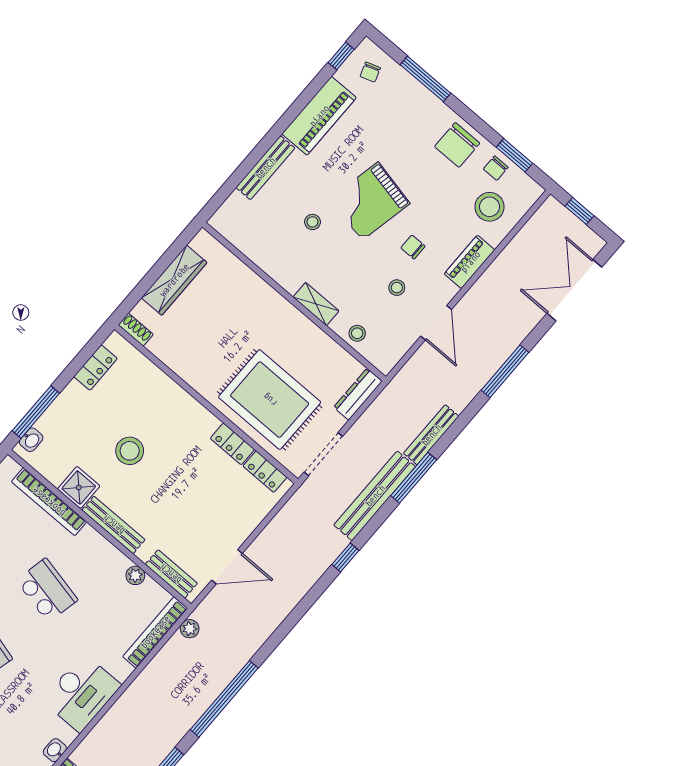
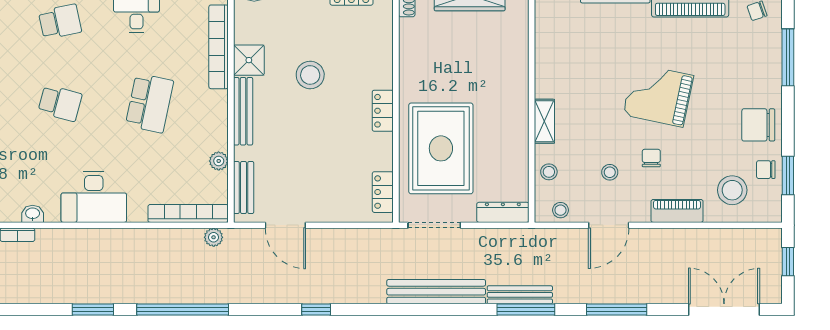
stool: (312, 222) -> (560, 210), moved
locker: (232, 444) -> (383, 111), moved
window: (414, 478) -> (526, 310), moved
window: (345, 557) -> (316, 310), moved

